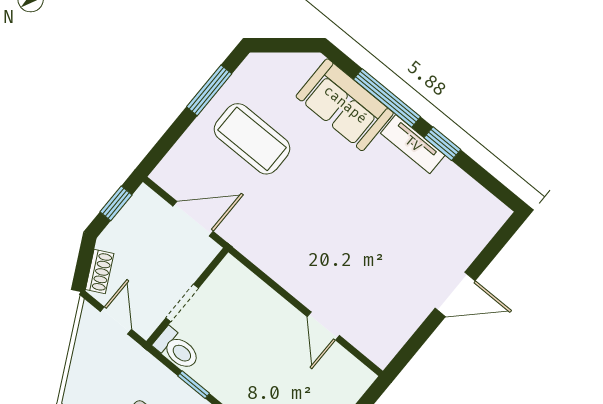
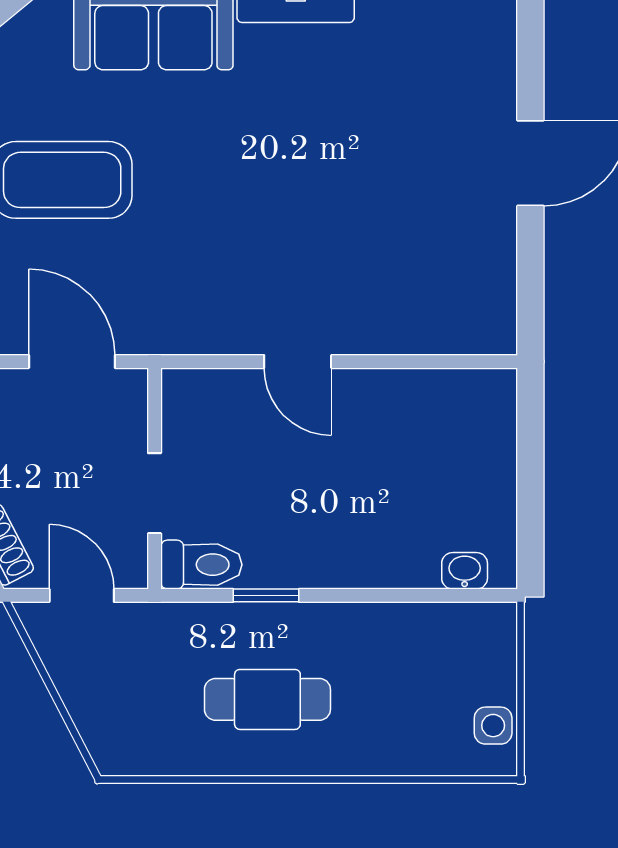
door: (193, 219) -> (72, 362), hinge flipped
door: (323, 326) -> (298, 362), moved

